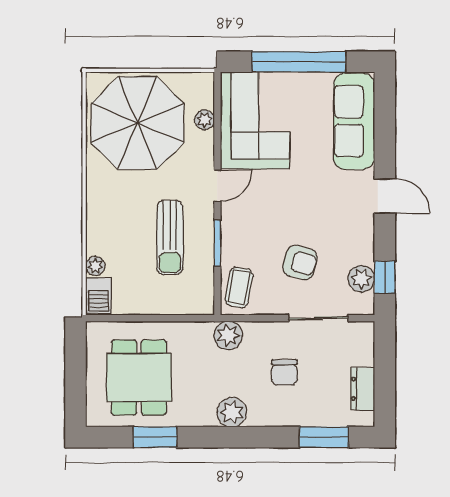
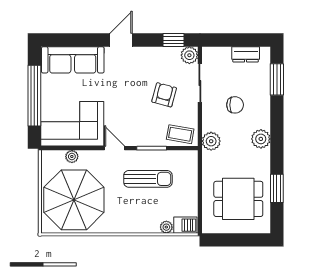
plant: (361, 279) -> (189, 55), moved

